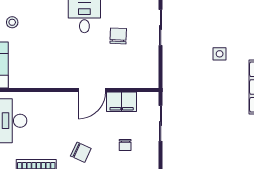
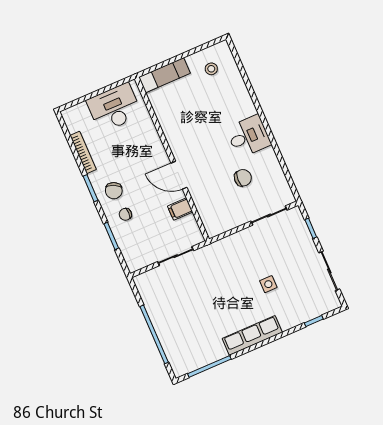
filing cabinet: (122, 102) -> (180, 209), width x0.50
chair: (125, 145) -> (125, 214), moved

